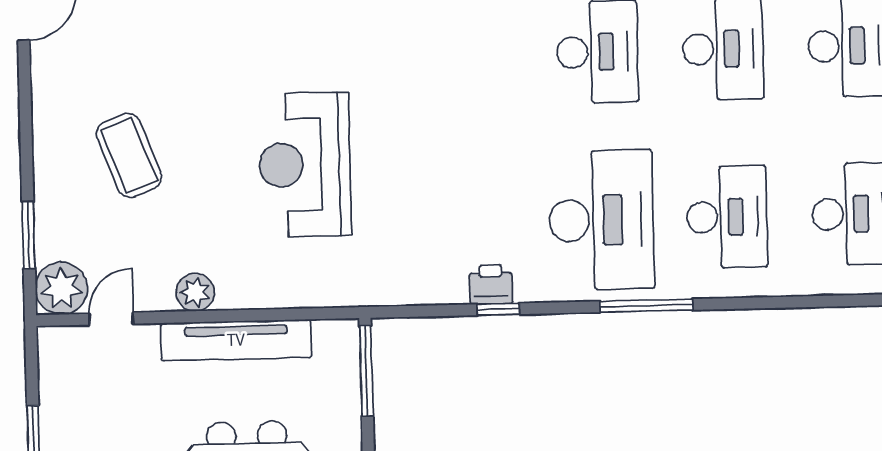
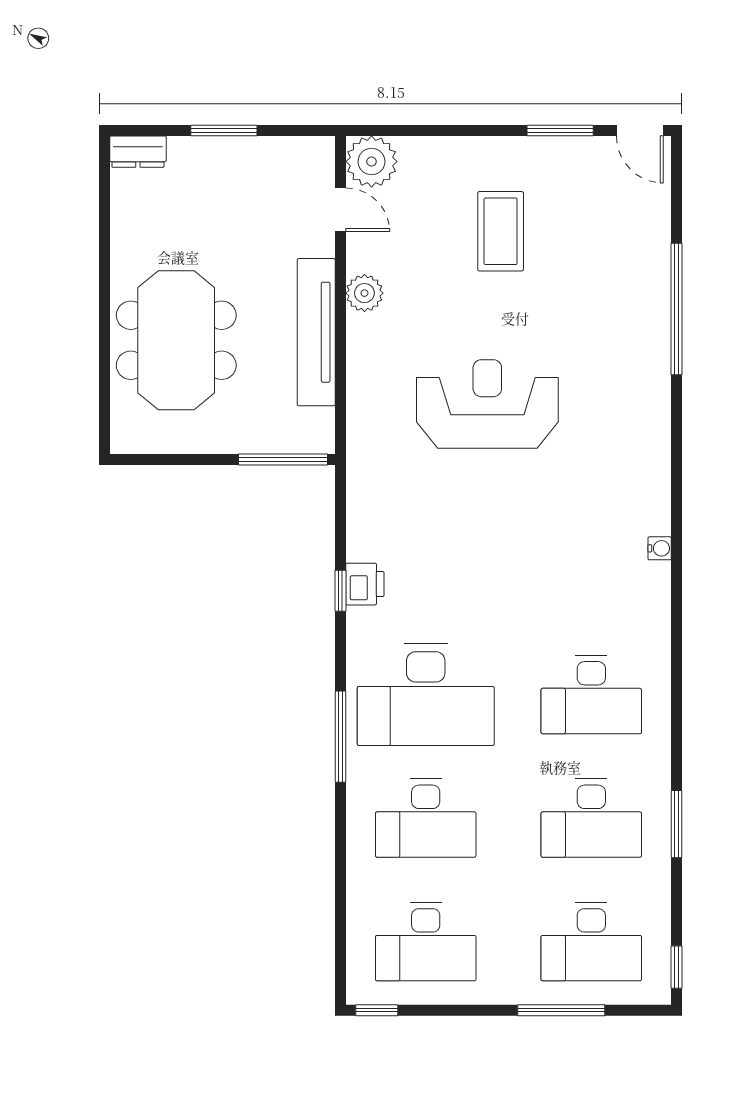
coffee table: (129, 156) -> (501, 231), turned -69
window: (28, 235) -> (560, 130), moved

